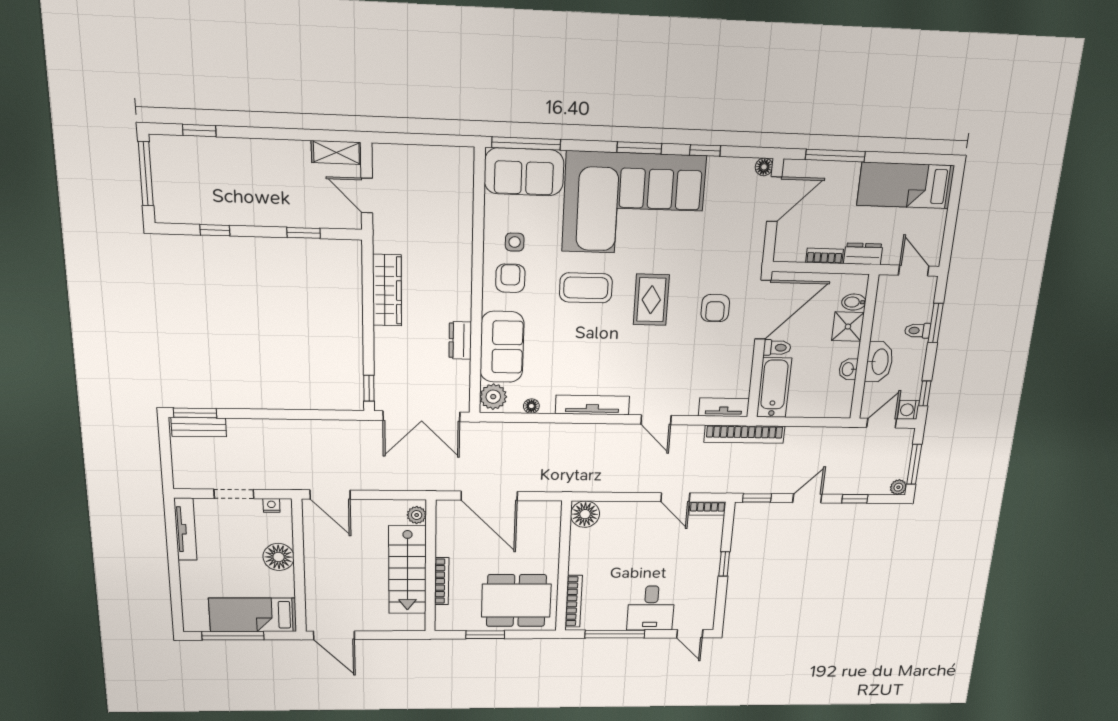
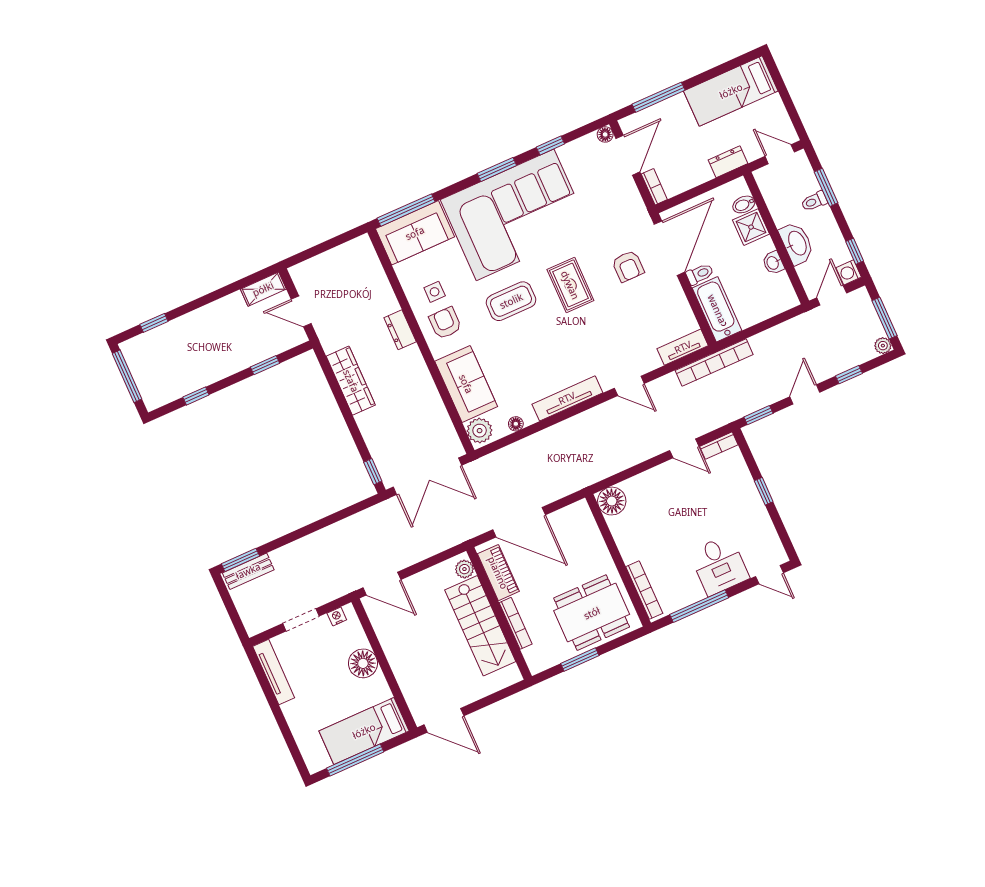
bookcase: (825, 256) -> (654, 187), moved, turned 90
dresser: (460, 340) -> (400, 330), moved
piano: (447, 531) -> (498, 573), added

